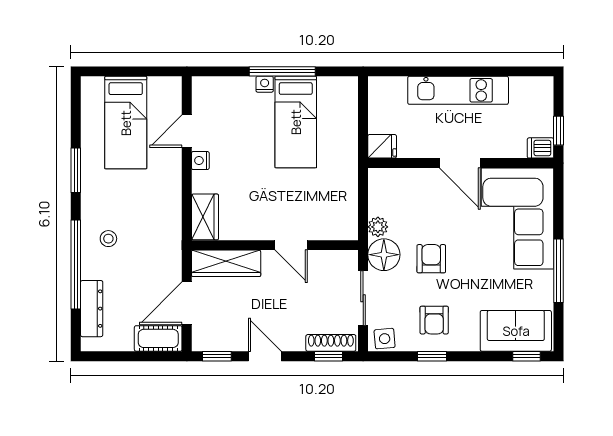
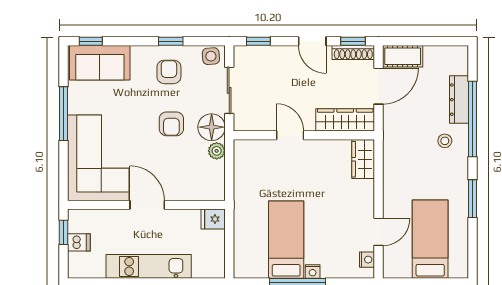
dishwasher: (541, 148) -> (79, 242), moved
nightstand: (200, 161) -> (367, 260), moved
dresser: (92, 309) -> (459, 100), moved
shoe rack: (331, 343) -> (353, 53), moved

